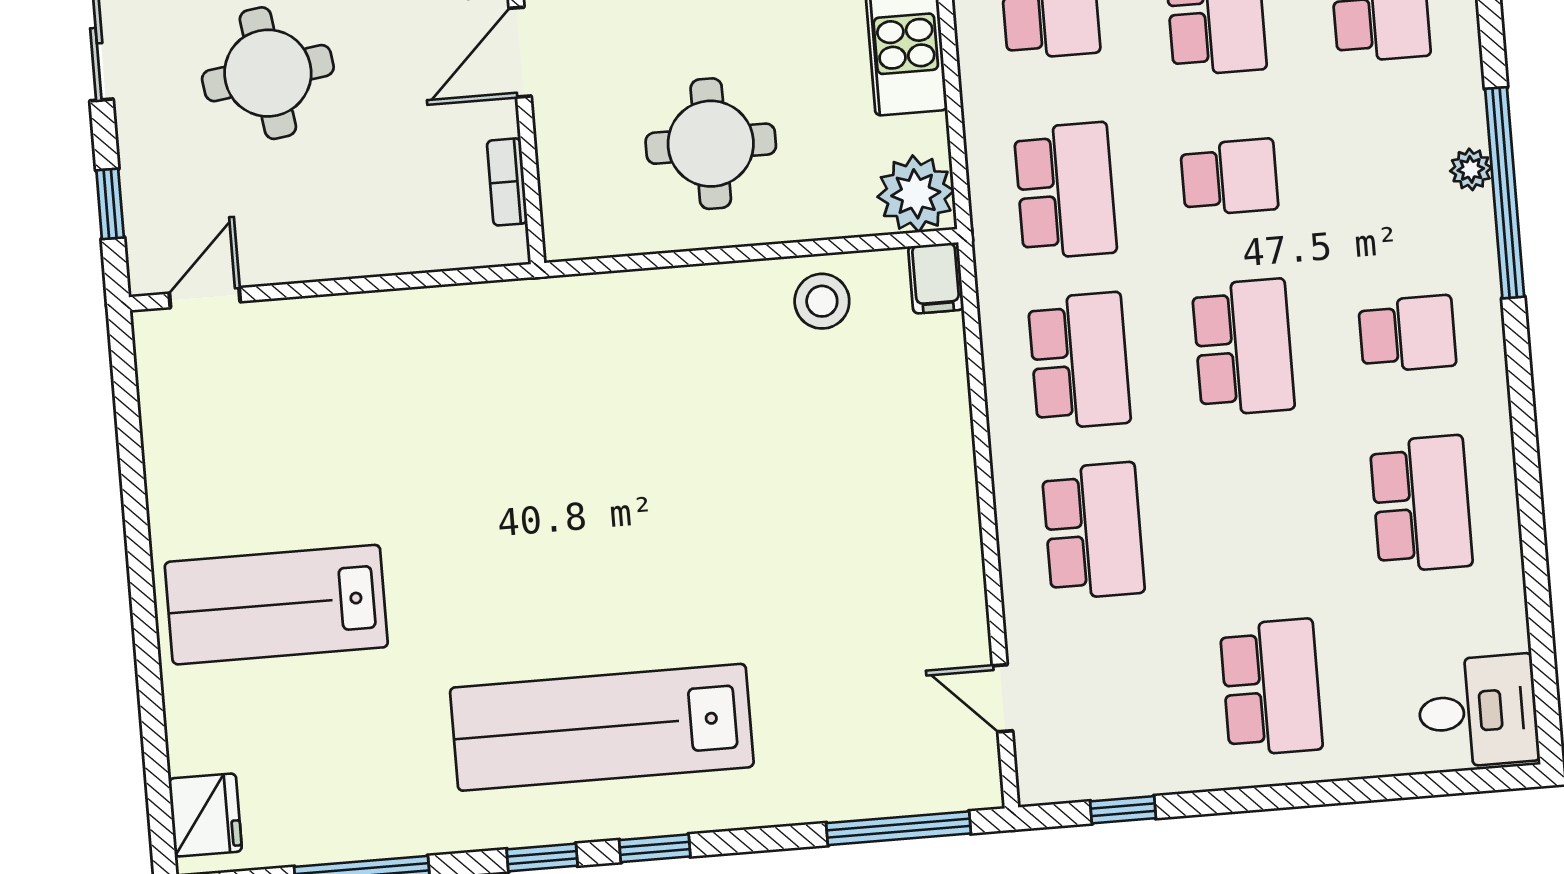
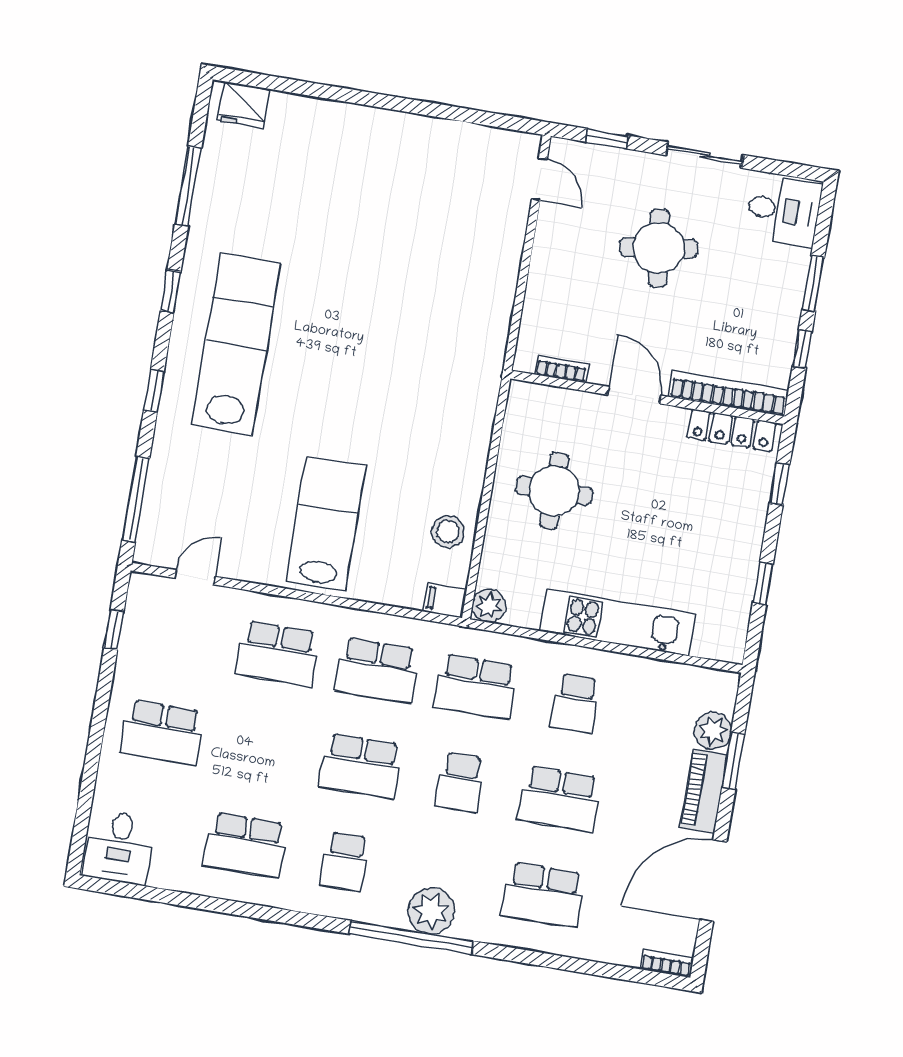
plant: (1471, 169) -> (431, 911), width x1.88, depth x1.88
plant: (916, 194) -> (489, 606), width x0.73, depth x0.73
lab bench: (276, 605) -> (326, 524), moved
window: (655, 848) -> (154, 391), moved

